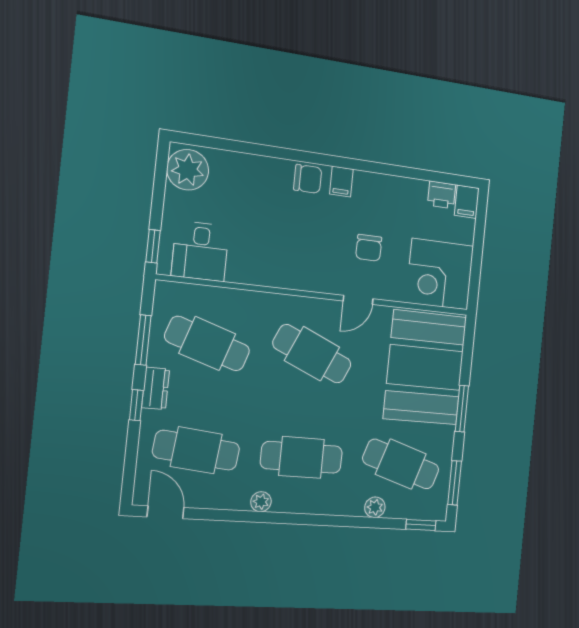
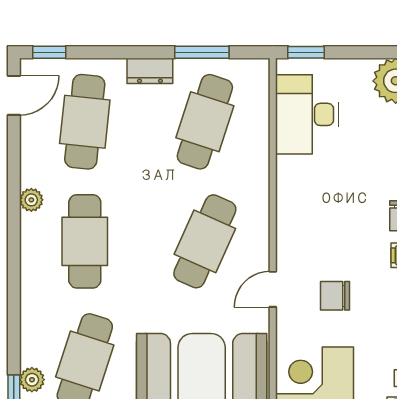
desk: (200, 251) -> (307, 114), width x1.37
door: (358, 300) -> (273, 289), hinge flipped
window: (136, 405) -> (49, 52), moved
plant: (375, 507) -> (32, 380), moved

